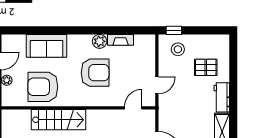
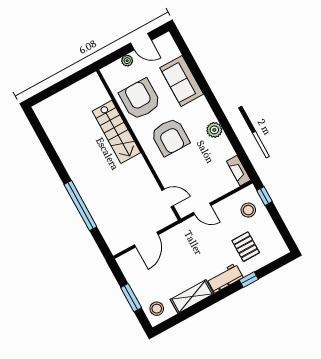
fireplace: (121, 40) -> (239, 171), moved
armchair: (95, 73) -> (170, 137), moved
window: (233, 79) -> (249, 280), added

